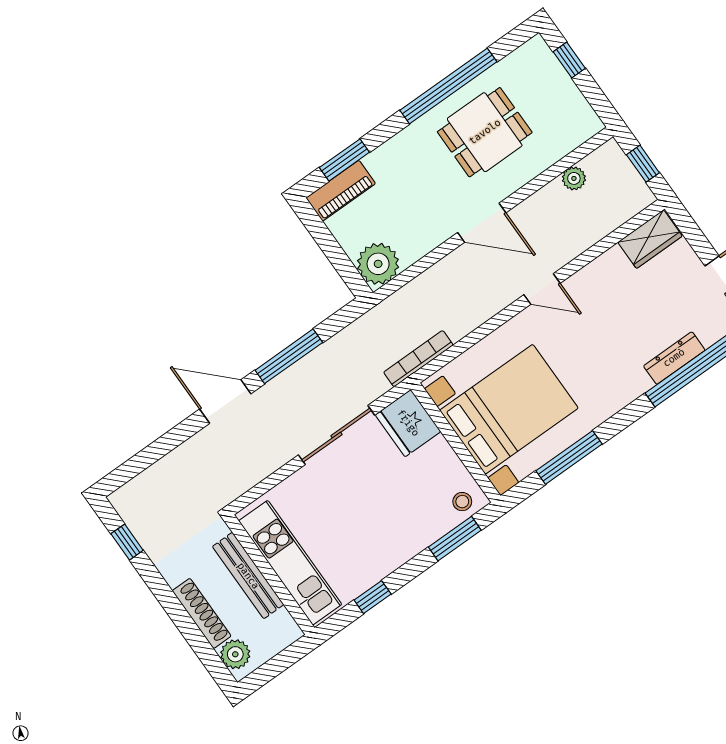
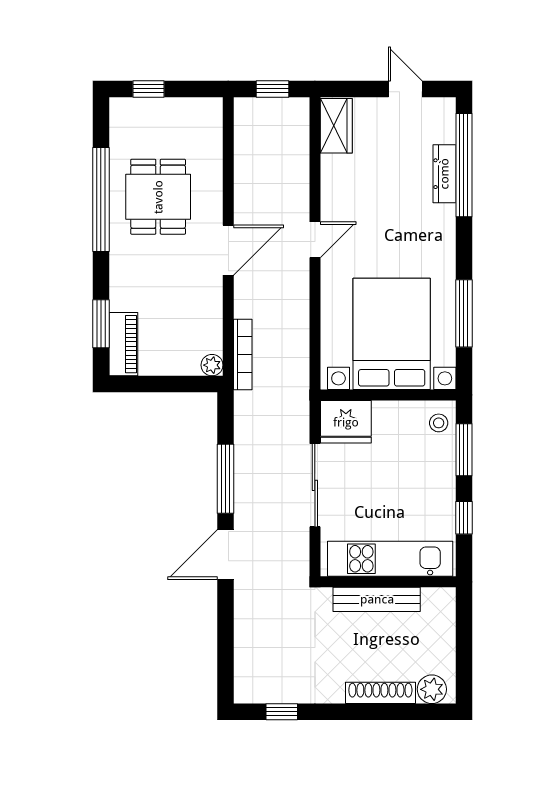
plant: (574, 178) -> (245, 152), removed
plant: (378, 264) -> (212, 365), width x0.53, depth x0.53
bookcase: (418, 359) -> (243, 354), moved, turned 180
kitchen unit: (290, 563) -> (390, 559), moved
wall: (270, 575) -> (388, 582), moved
bench: (248, 576) -> (377, 599), moved
window: (373, 597) -> (464, 518), moved

